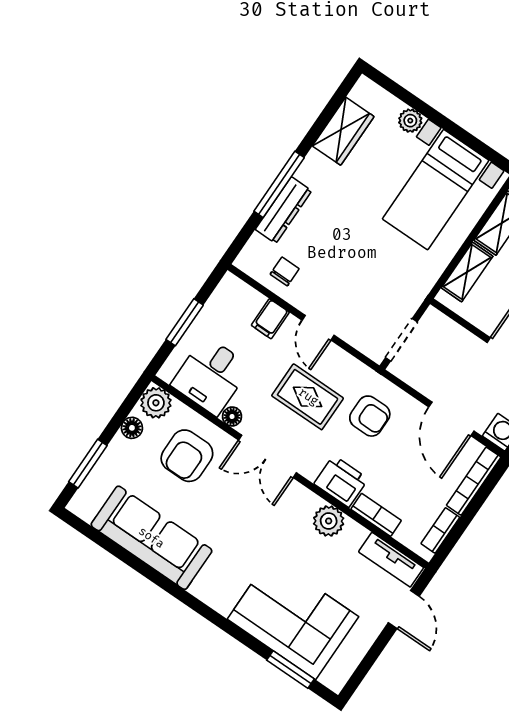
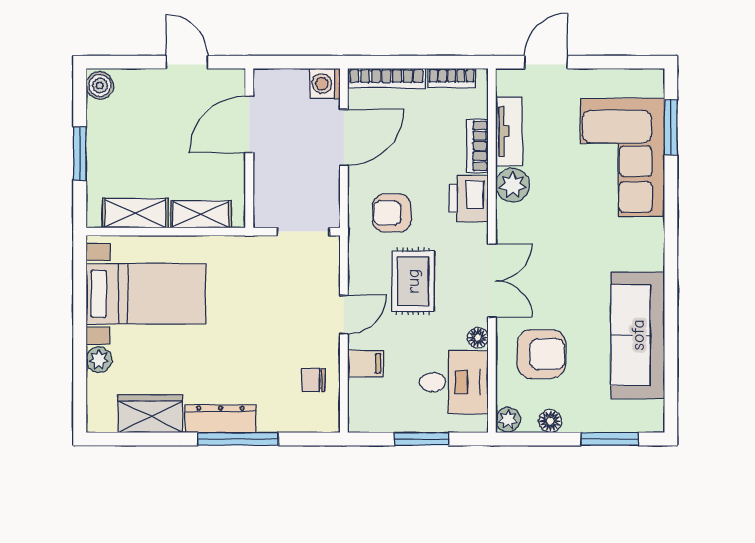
dresser: (284, 210) -> (220, 419), moved
plant: (156, 403) -> (508, 420), width x0.73, depth x0.73
armchair: (370, 416) -> (392, 213), turned -90
tv unit: (391, 560) -> (509, 131), moved

